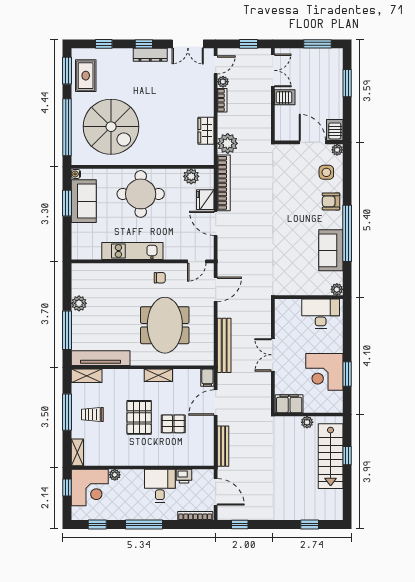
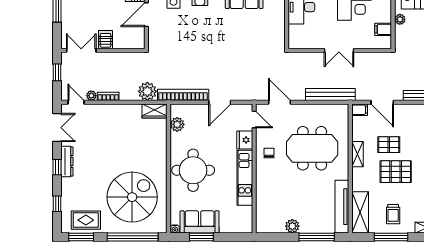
wardrobe: (206, 131) -> (155, 111), moved
fridge: (205, 200) -> (245, 140), moved, turned 90
shelving: (87, 376) -> (360, 212), width x1.50, depth x1.33
filing cabinet: (289, 404) -> (383, 29), width x0.50
pallet: (173, 424) -> (389, 145), moved, turned 90

